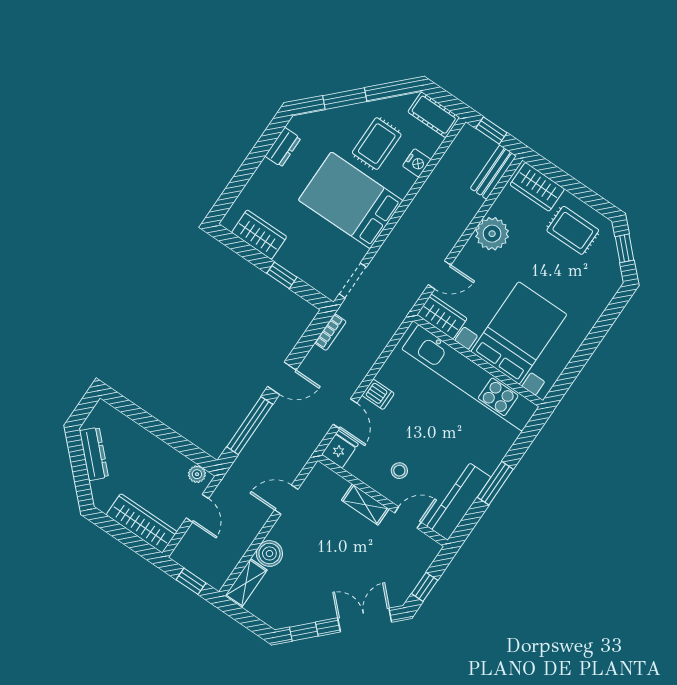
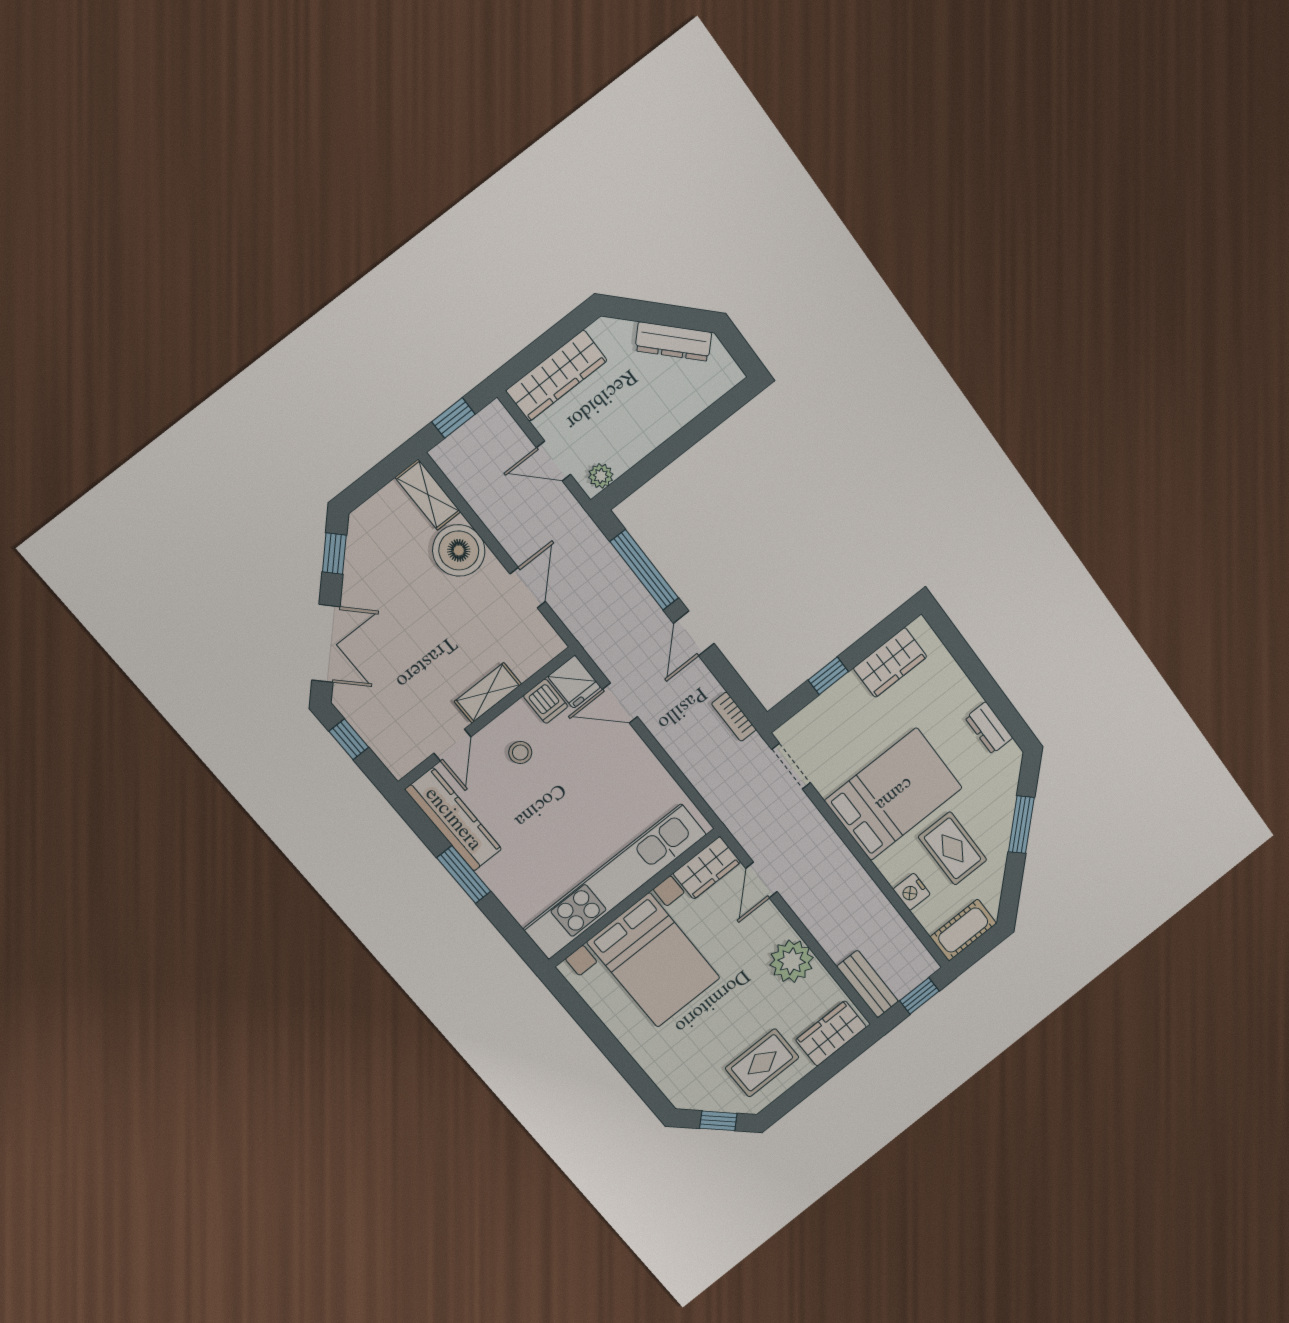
dishwasher: (378, 394) -> (546, 701), moved, turned -90
boiler: (269, 553) -> (459, 550), width x1.37, depth x1.37

